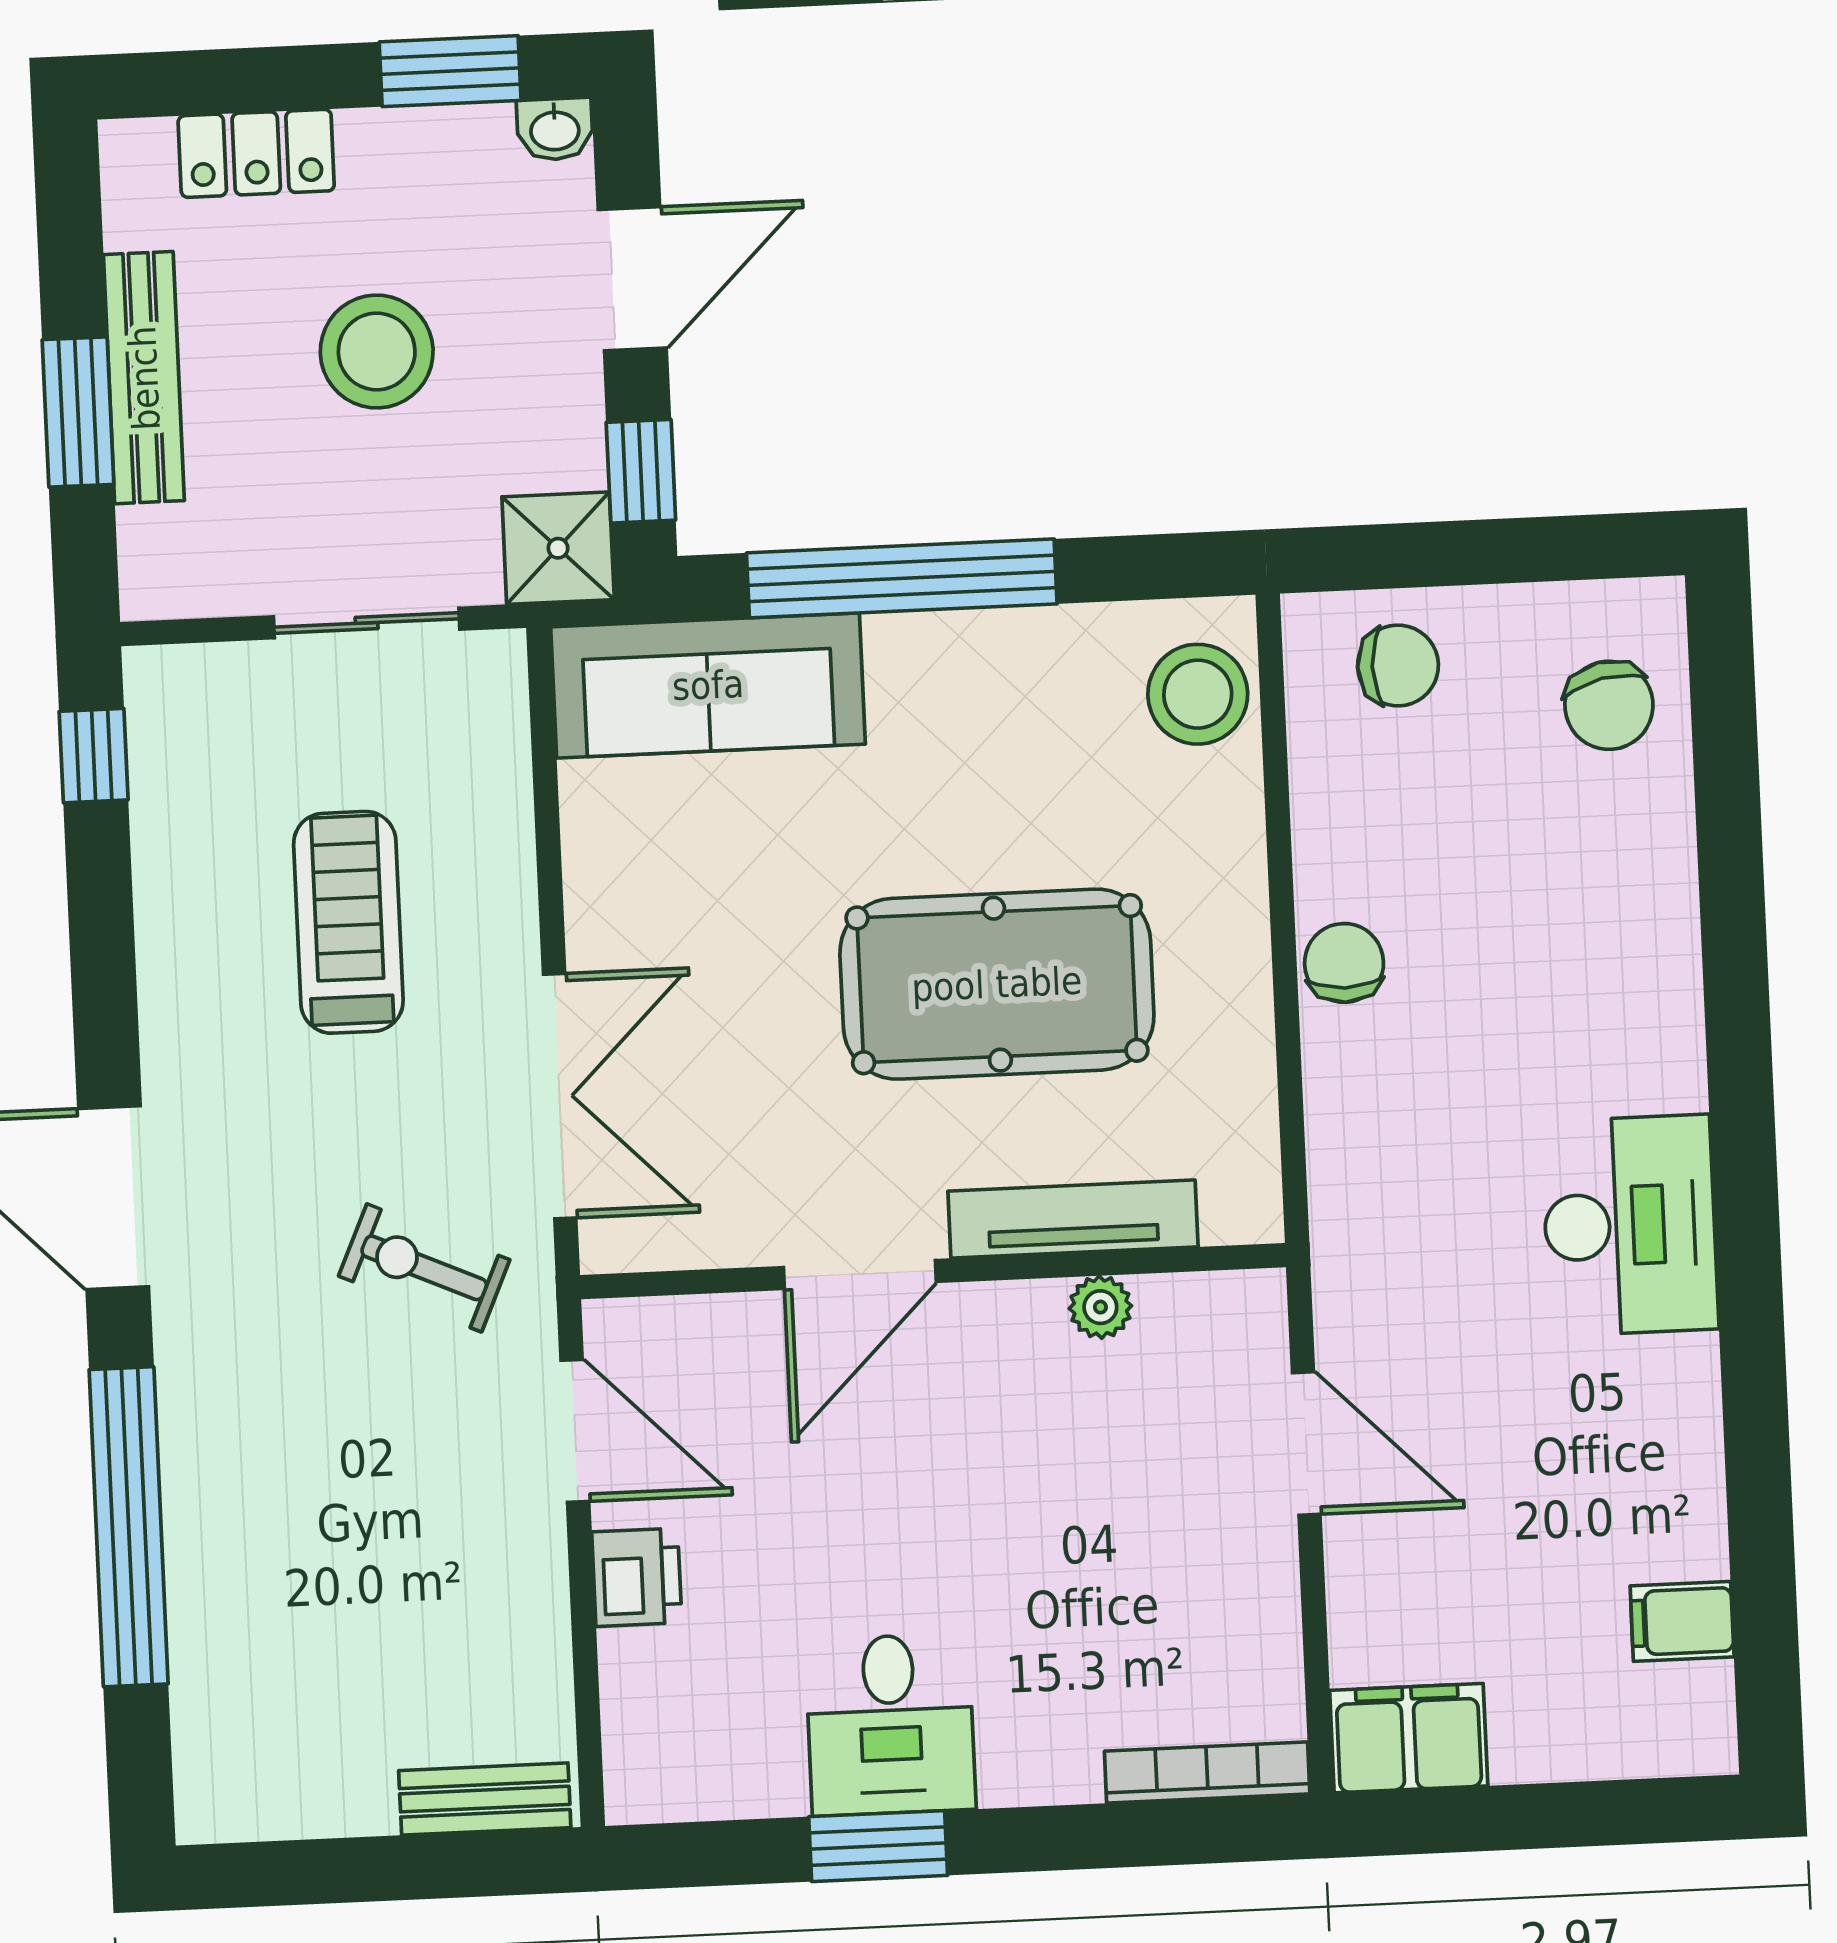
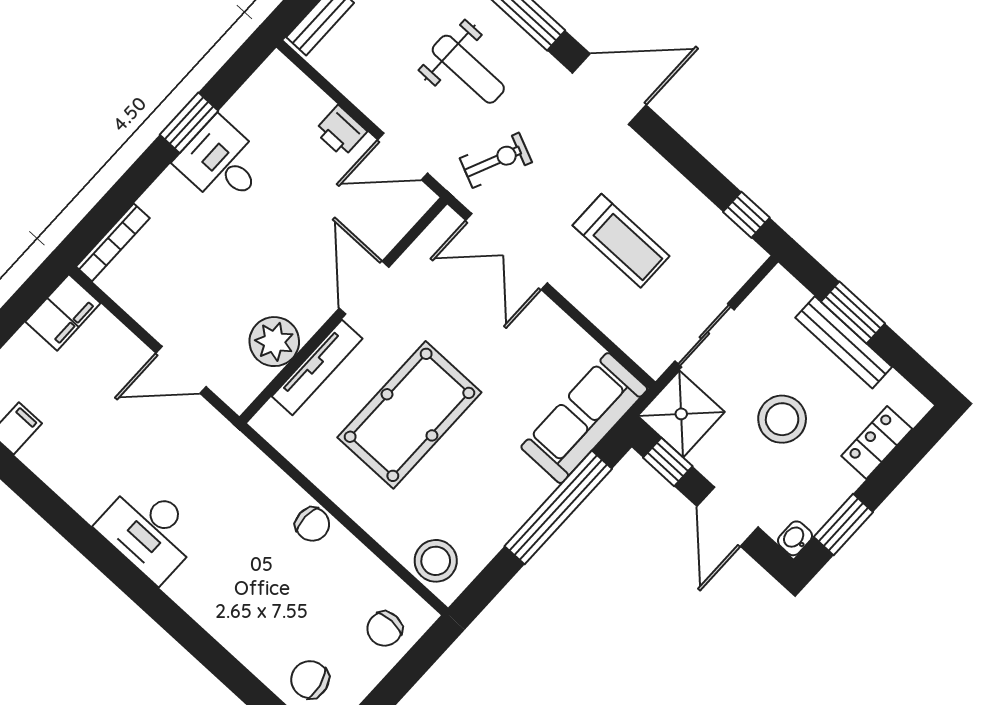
shower: (558, 548) -> (681, 414), width x1.36, depth x1.36
plant: (1100, 1307) -> (274, 342), width x1.88, depth x1.88
weight bench: (318, 1468) -> (468, 69), added

